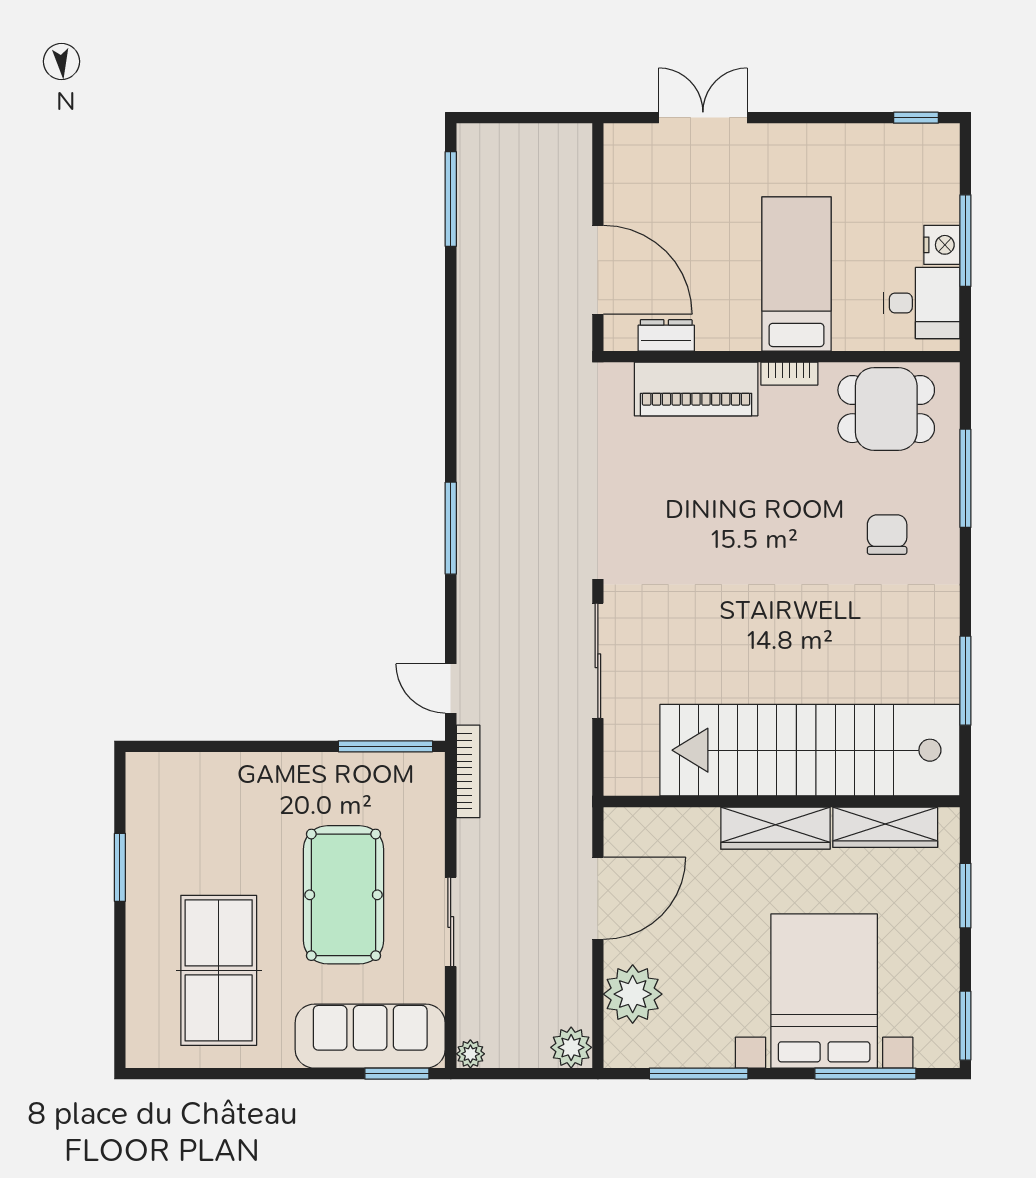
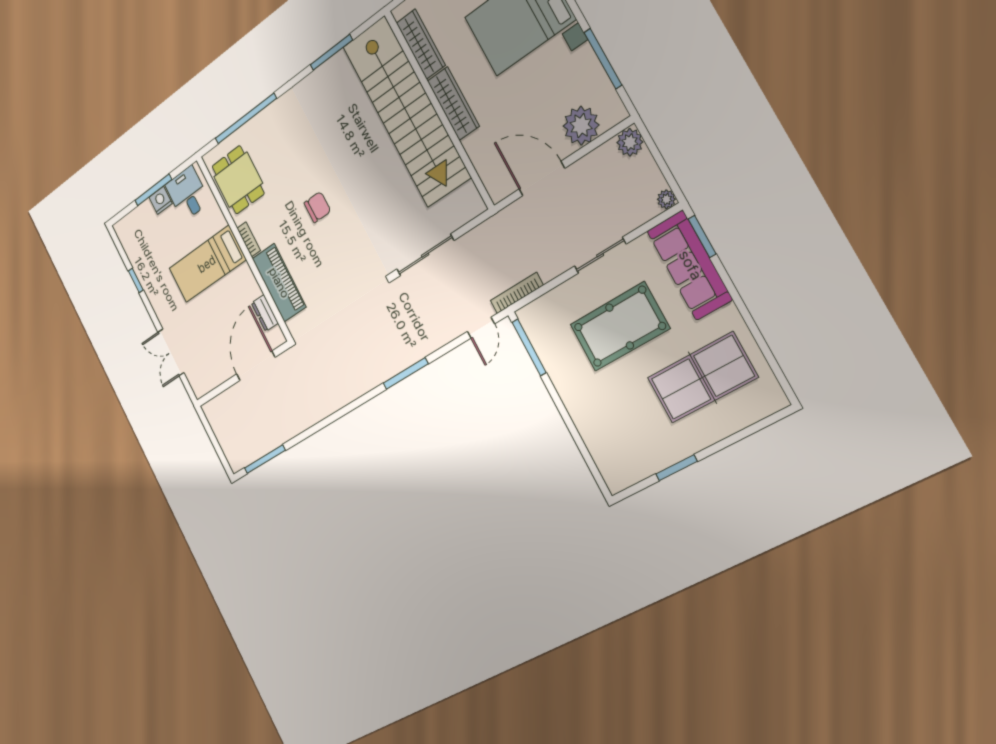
window: (916, 118) -> (136, 280), moved
window: (965, 478) -> (246, 119), width x1.46
chair: (887, 535) -> (317, 207), moved, turned 180

